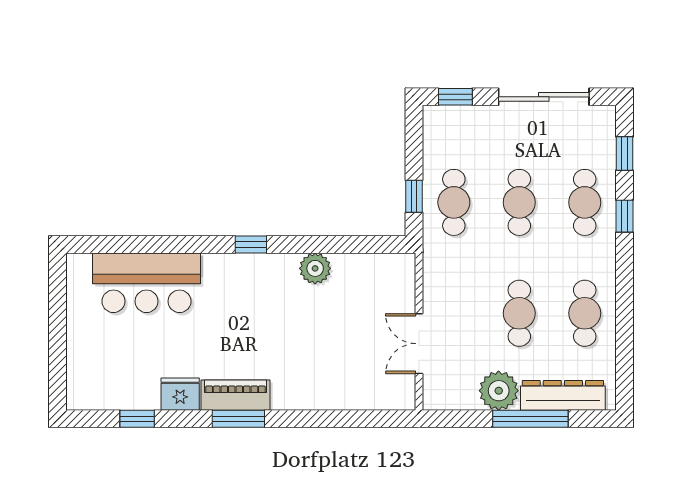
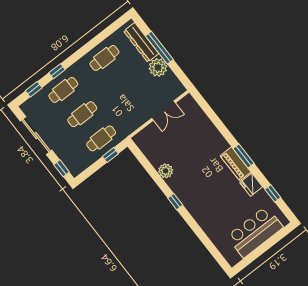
bar counter: (146, 283) -> (255, 232), moved, turned -90
cafe table: (519, 313) -> (123, 82), removed

